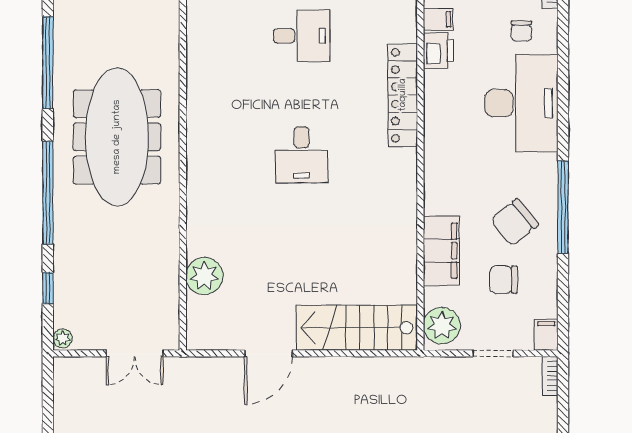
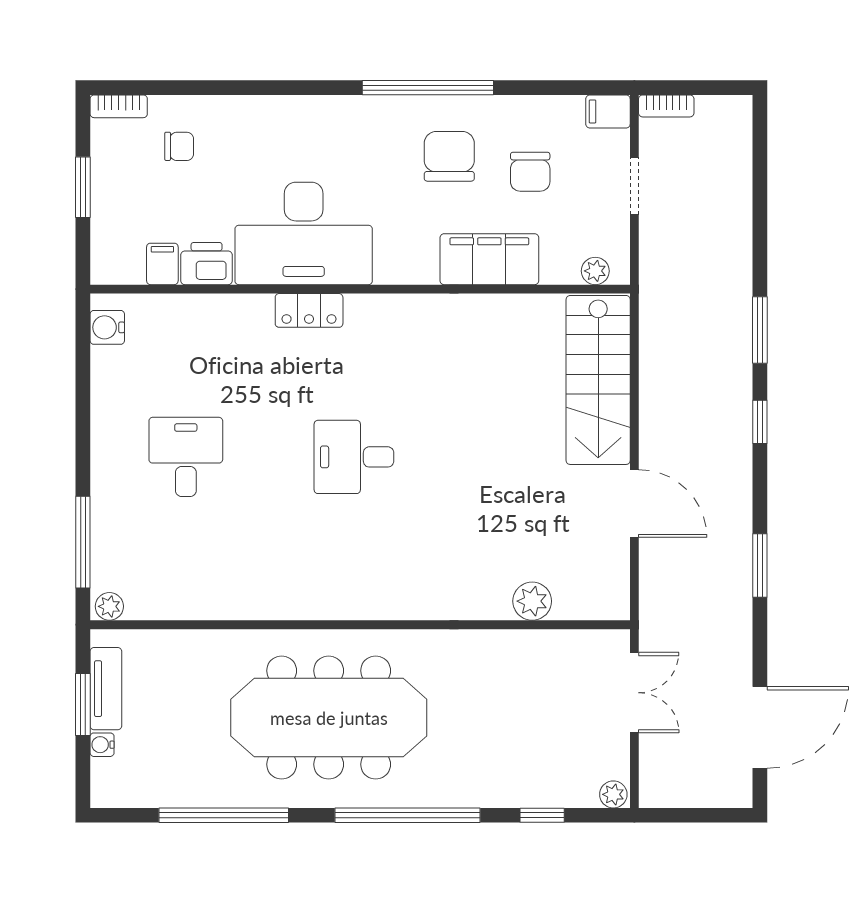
locker: (403, 95) -> (309, 310), width x0.46, depth x0.83
desk: (521, 103) -> (304, 233), moved, turned 180
desk: (302, 155) -> (354, 457), turned 180
chair: (514, 222) -> (449, 156), turned -141
plant: (204, 276) -> (532, 601), width x0.73, depth x0.73
plant: (442, 326) -> (595, 271), width x0.53, depth x0.53

